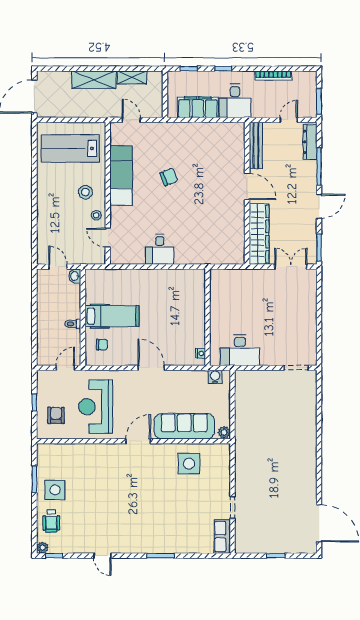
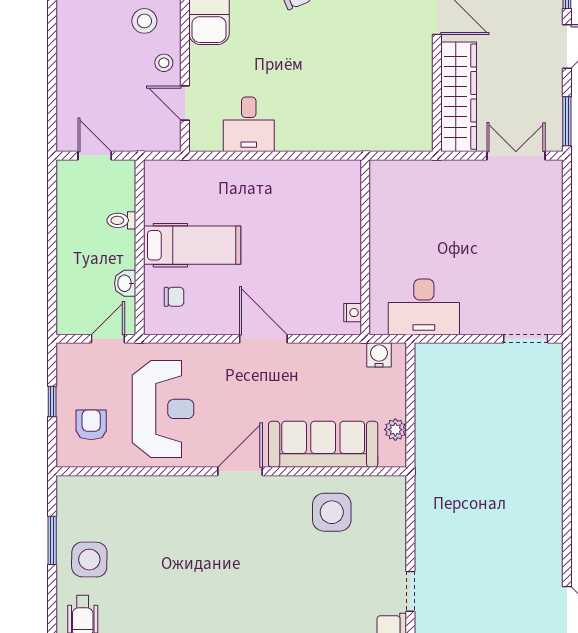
desk: (160, 249) -> (249, 124), moved
washbasin: (75, 276) -> (125, 283), moved
toilet: (73, 324) -> (121, 220), moved
reception desk: (96, 407) -> (163, 409), turned 180
plant: (224, 432) -> (395, 430), moved

